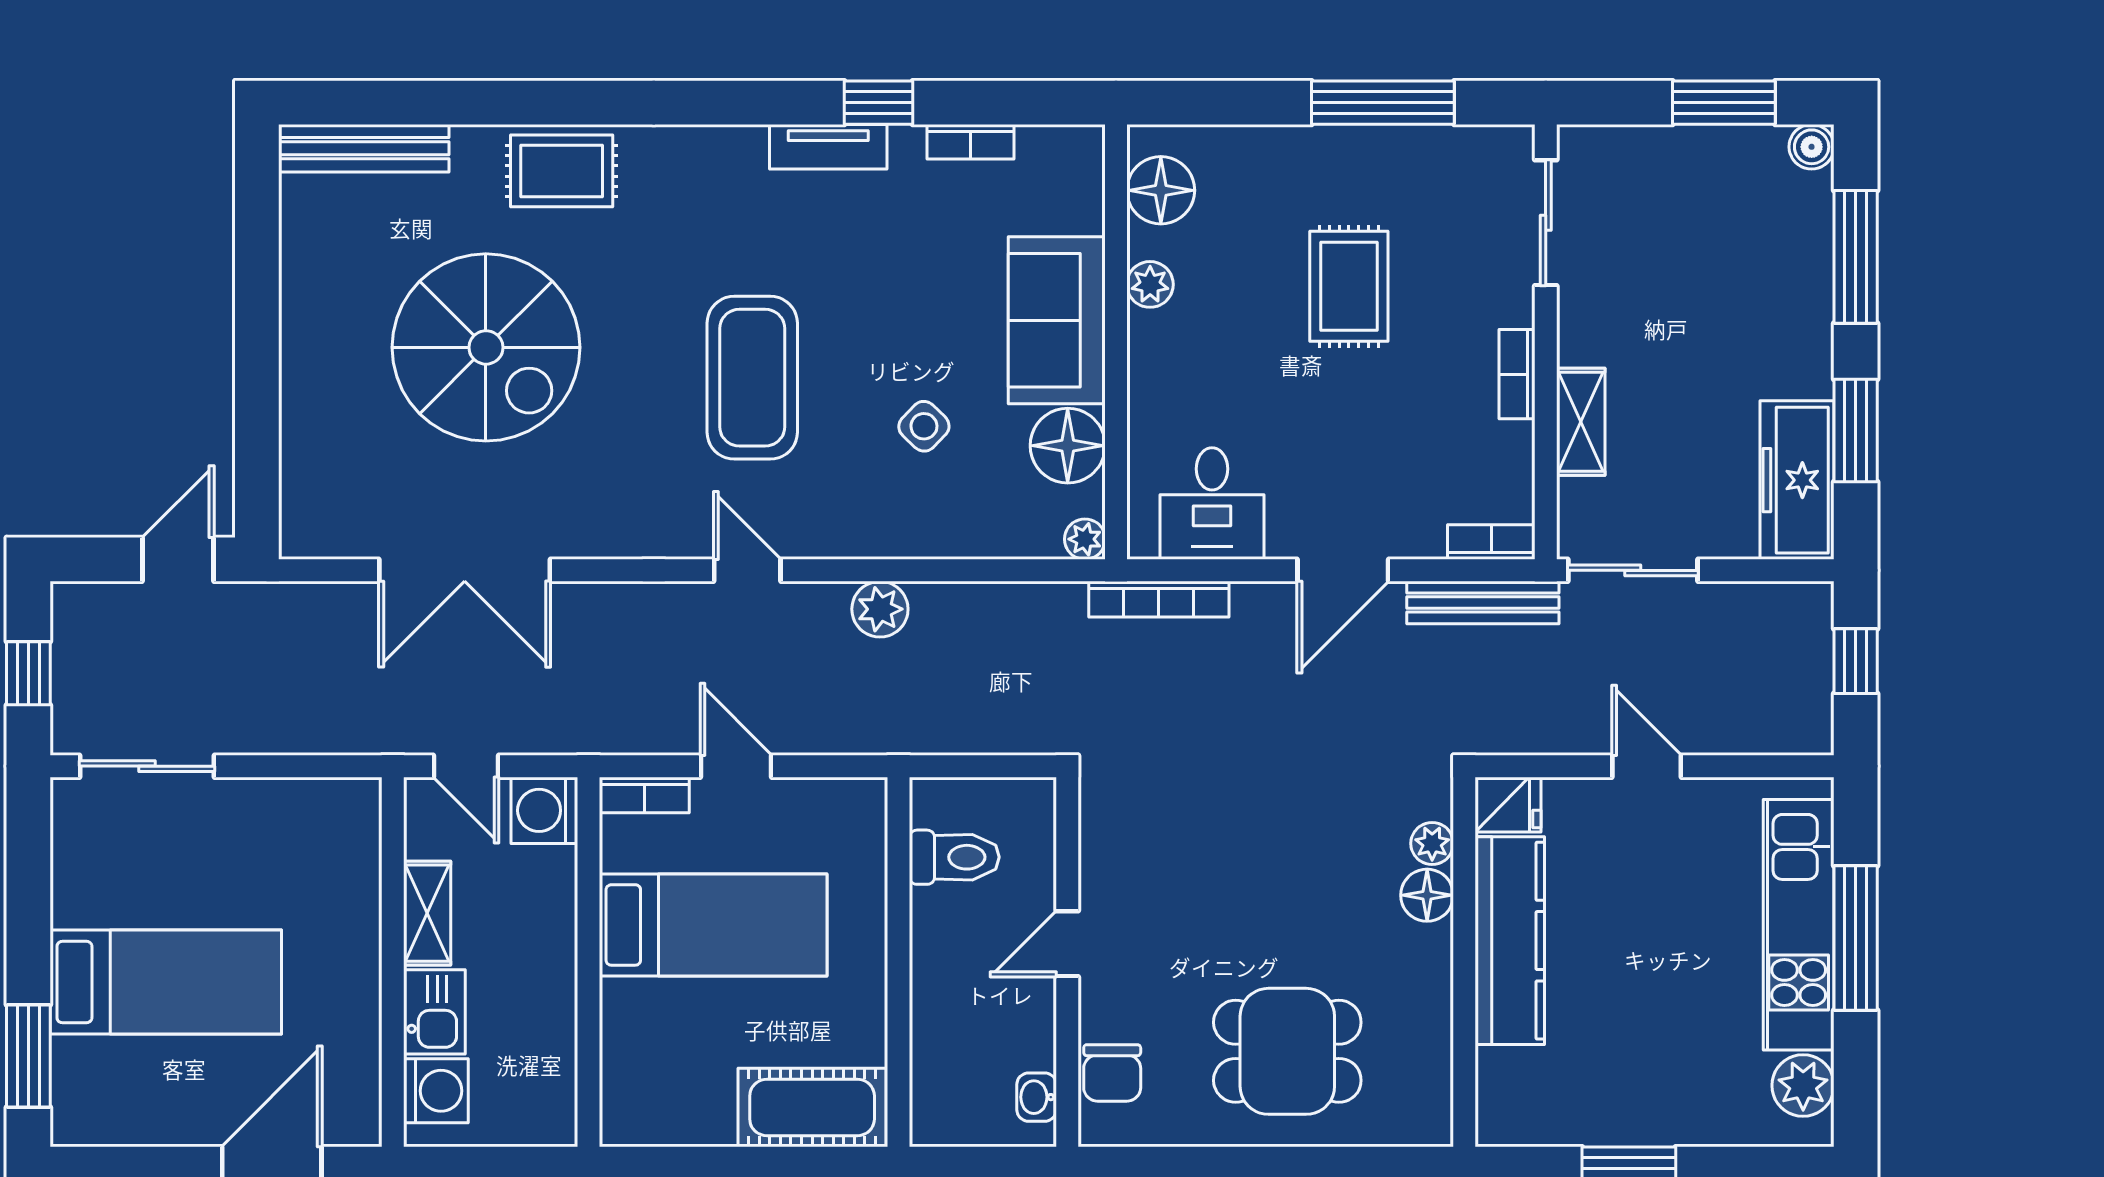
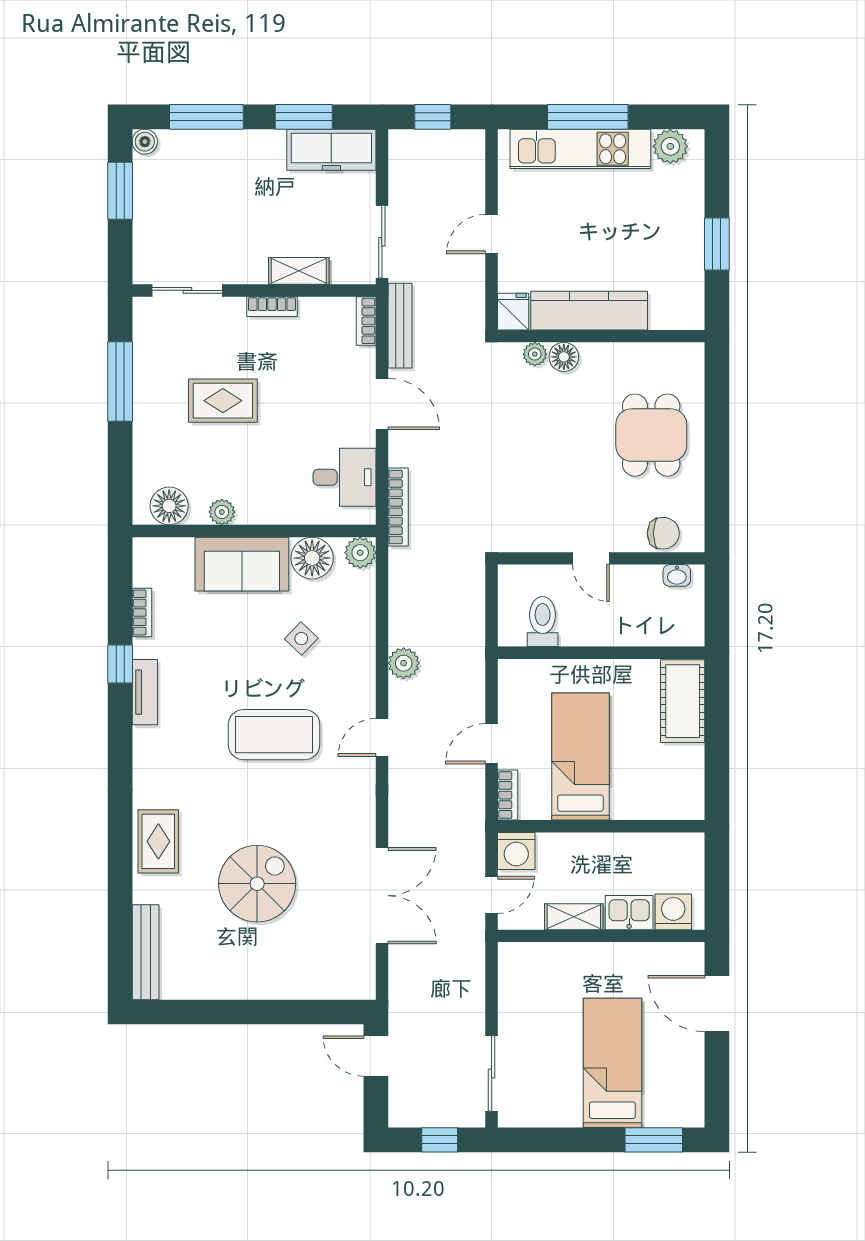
spiral stairs: (486, 347) -> (257, 884), width x0.73, depth x0.73
plant: (1085, 539) -> (360, 553), width x1.38, depth x1.38

